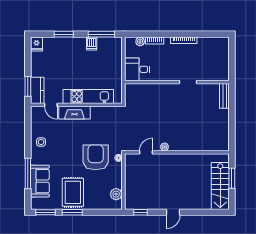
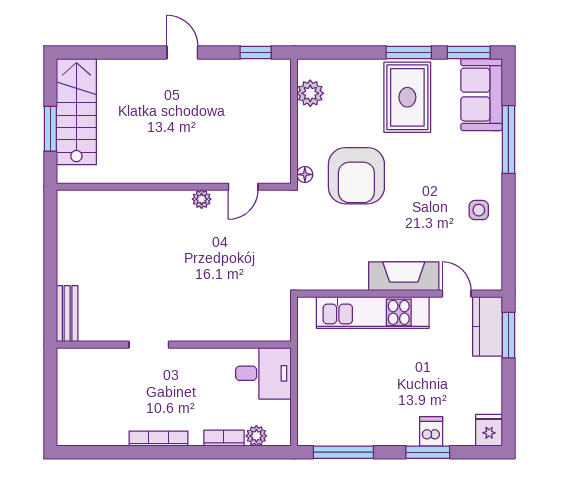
dishwasher: (92, 43) -> (431, 431), moved
sofa: (40, 181) -> (482, 95), moved
door: (173, 212) -> (182, 52), hinge flipped

